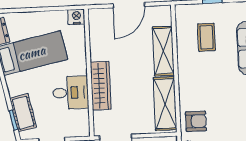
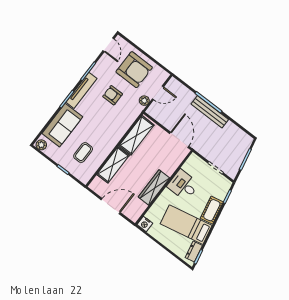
wardrobe: (101, 86) -> (154, 187), moved
cot: (23, 113) -> (212, 210), moved
armchair: (196, 121) -> (113, 95), moved

